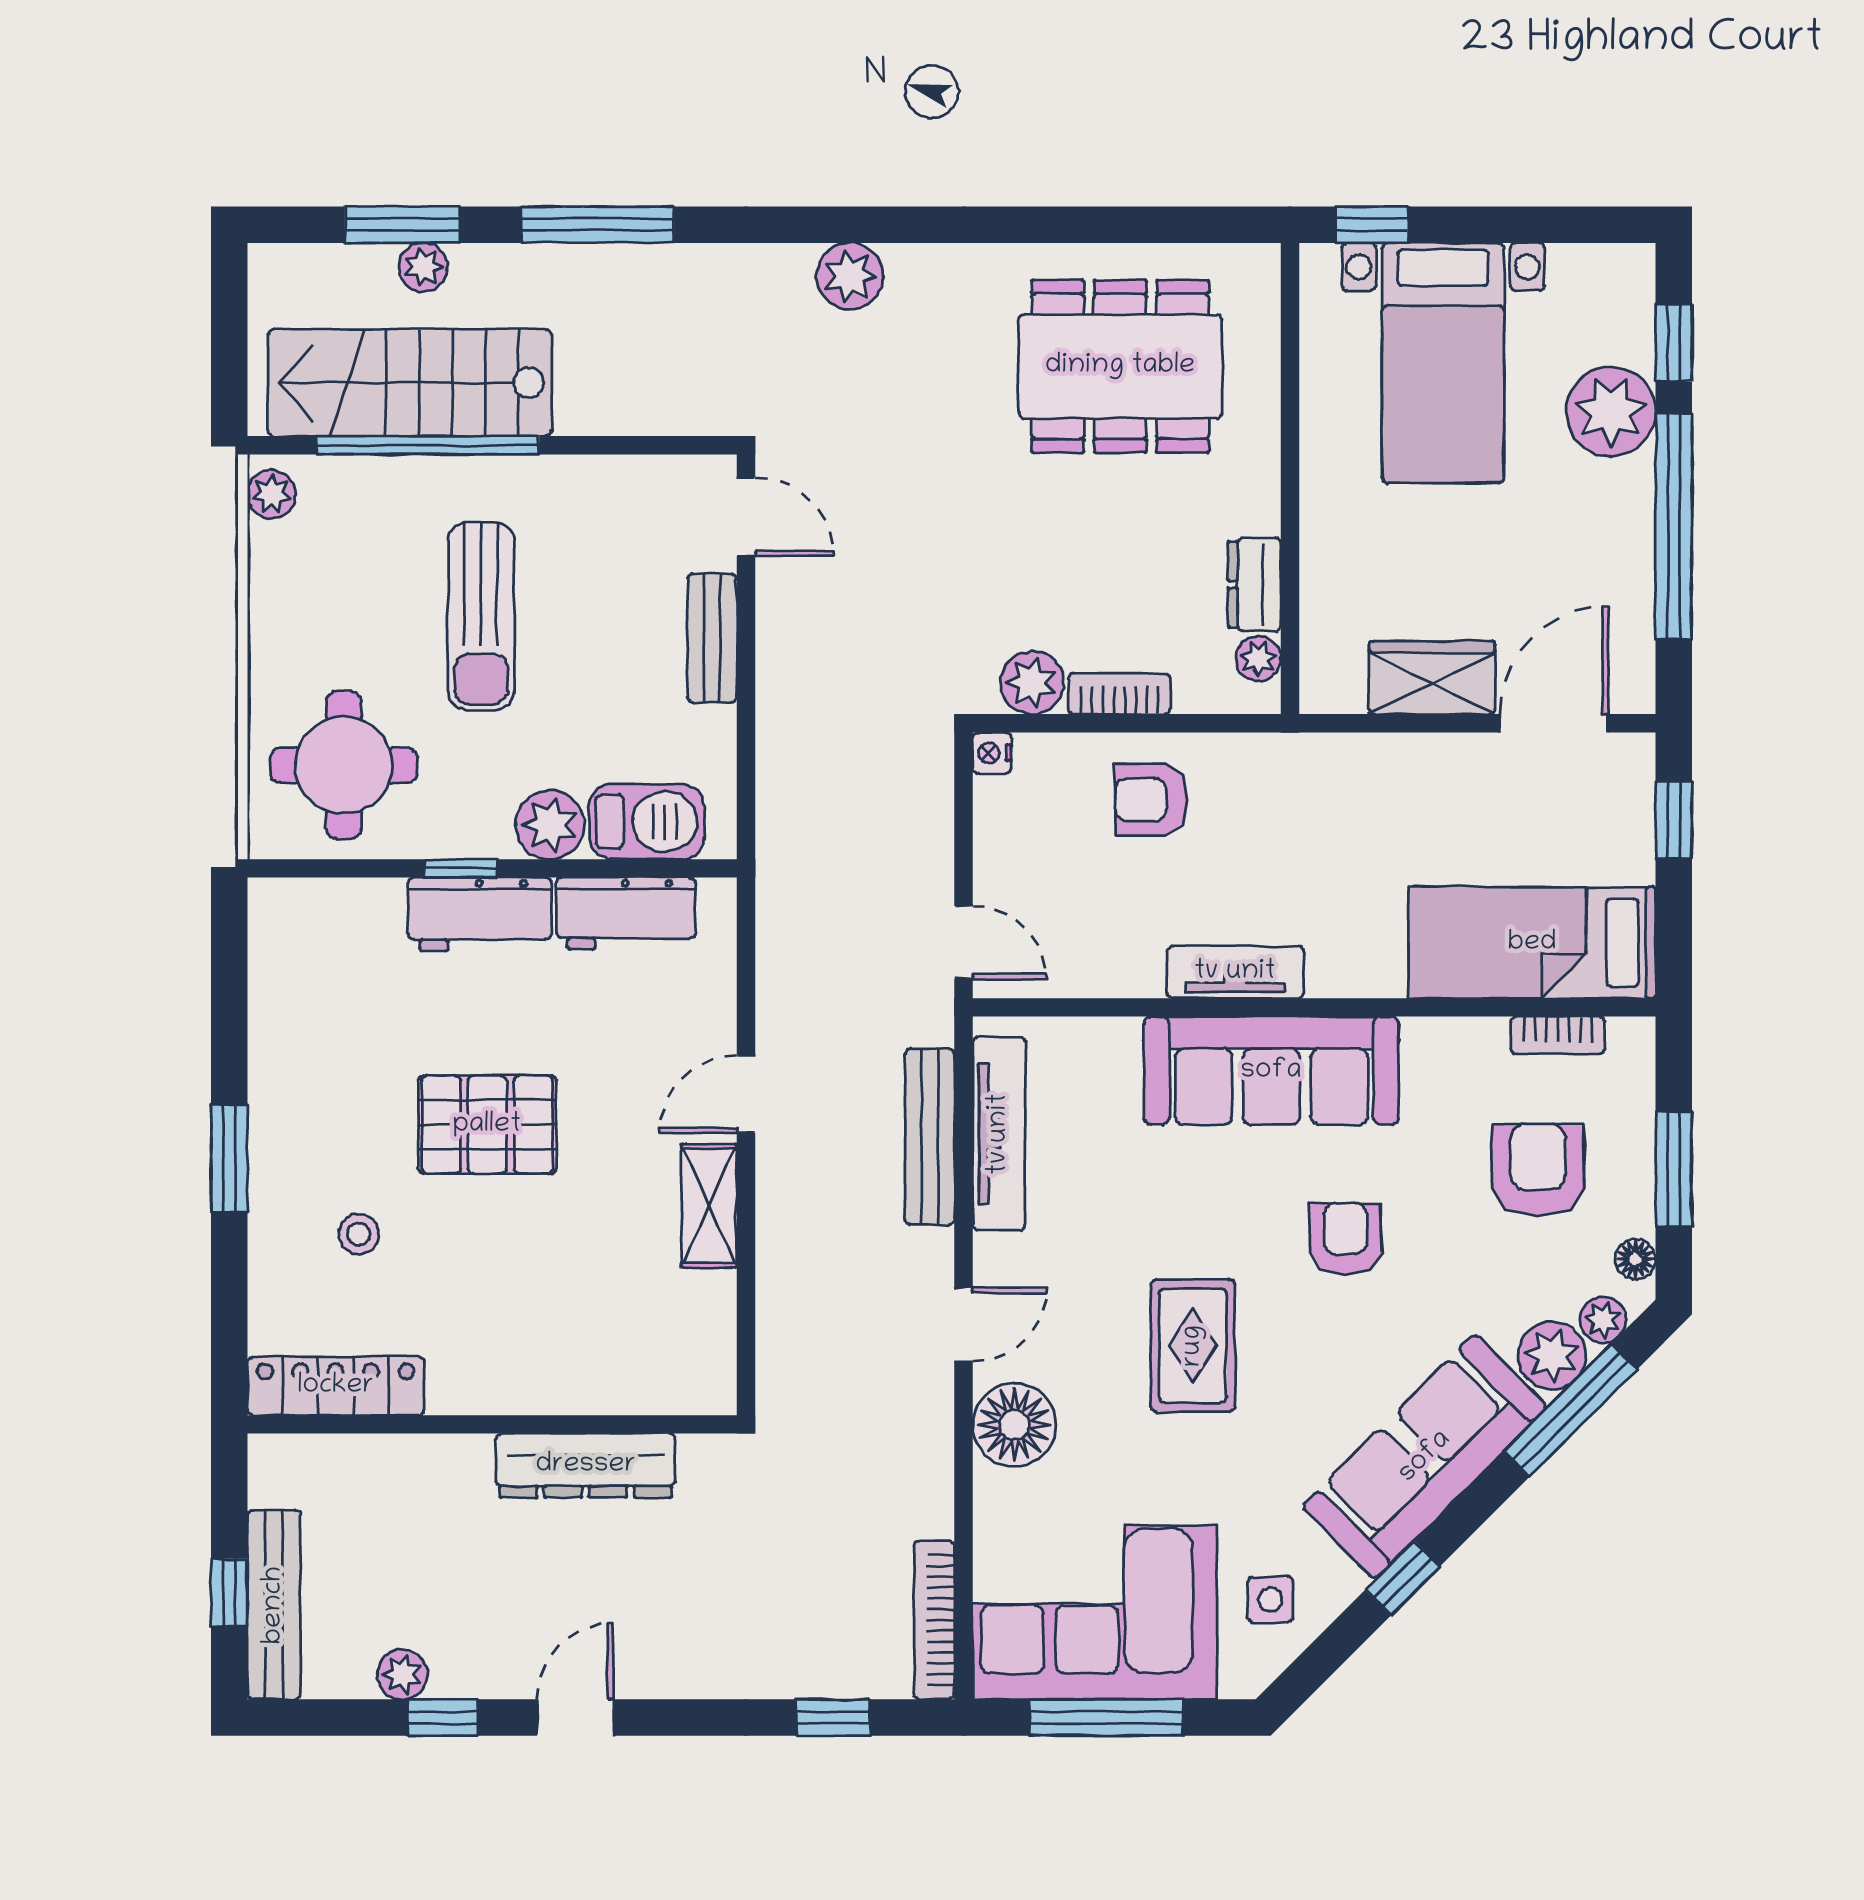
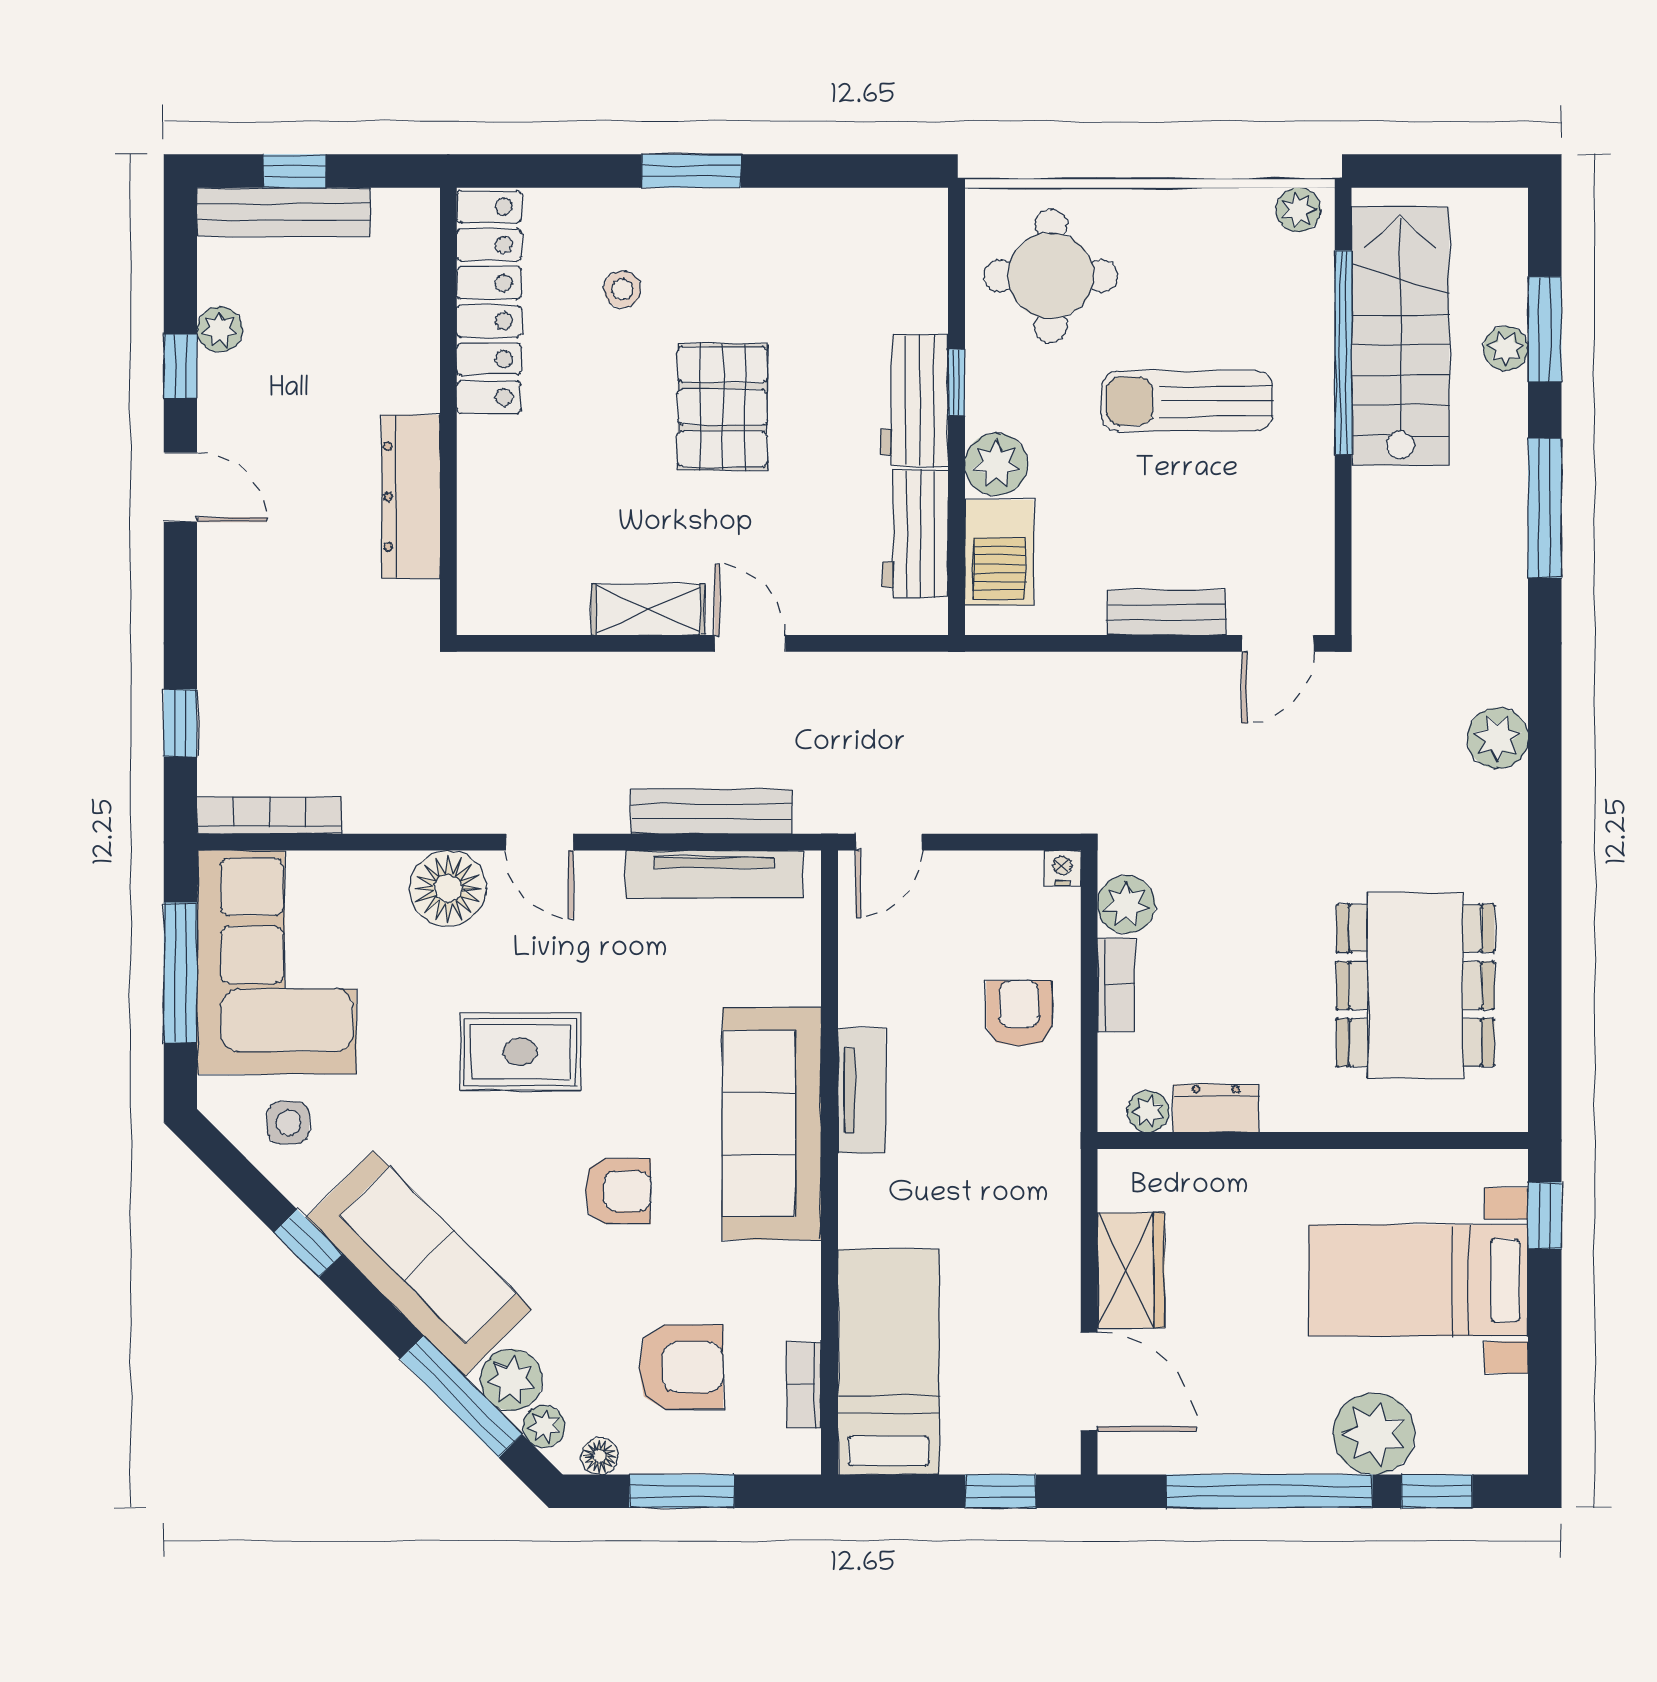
locker: (336, 1386) -> (489, 302), width x1.41, depth x1.21

